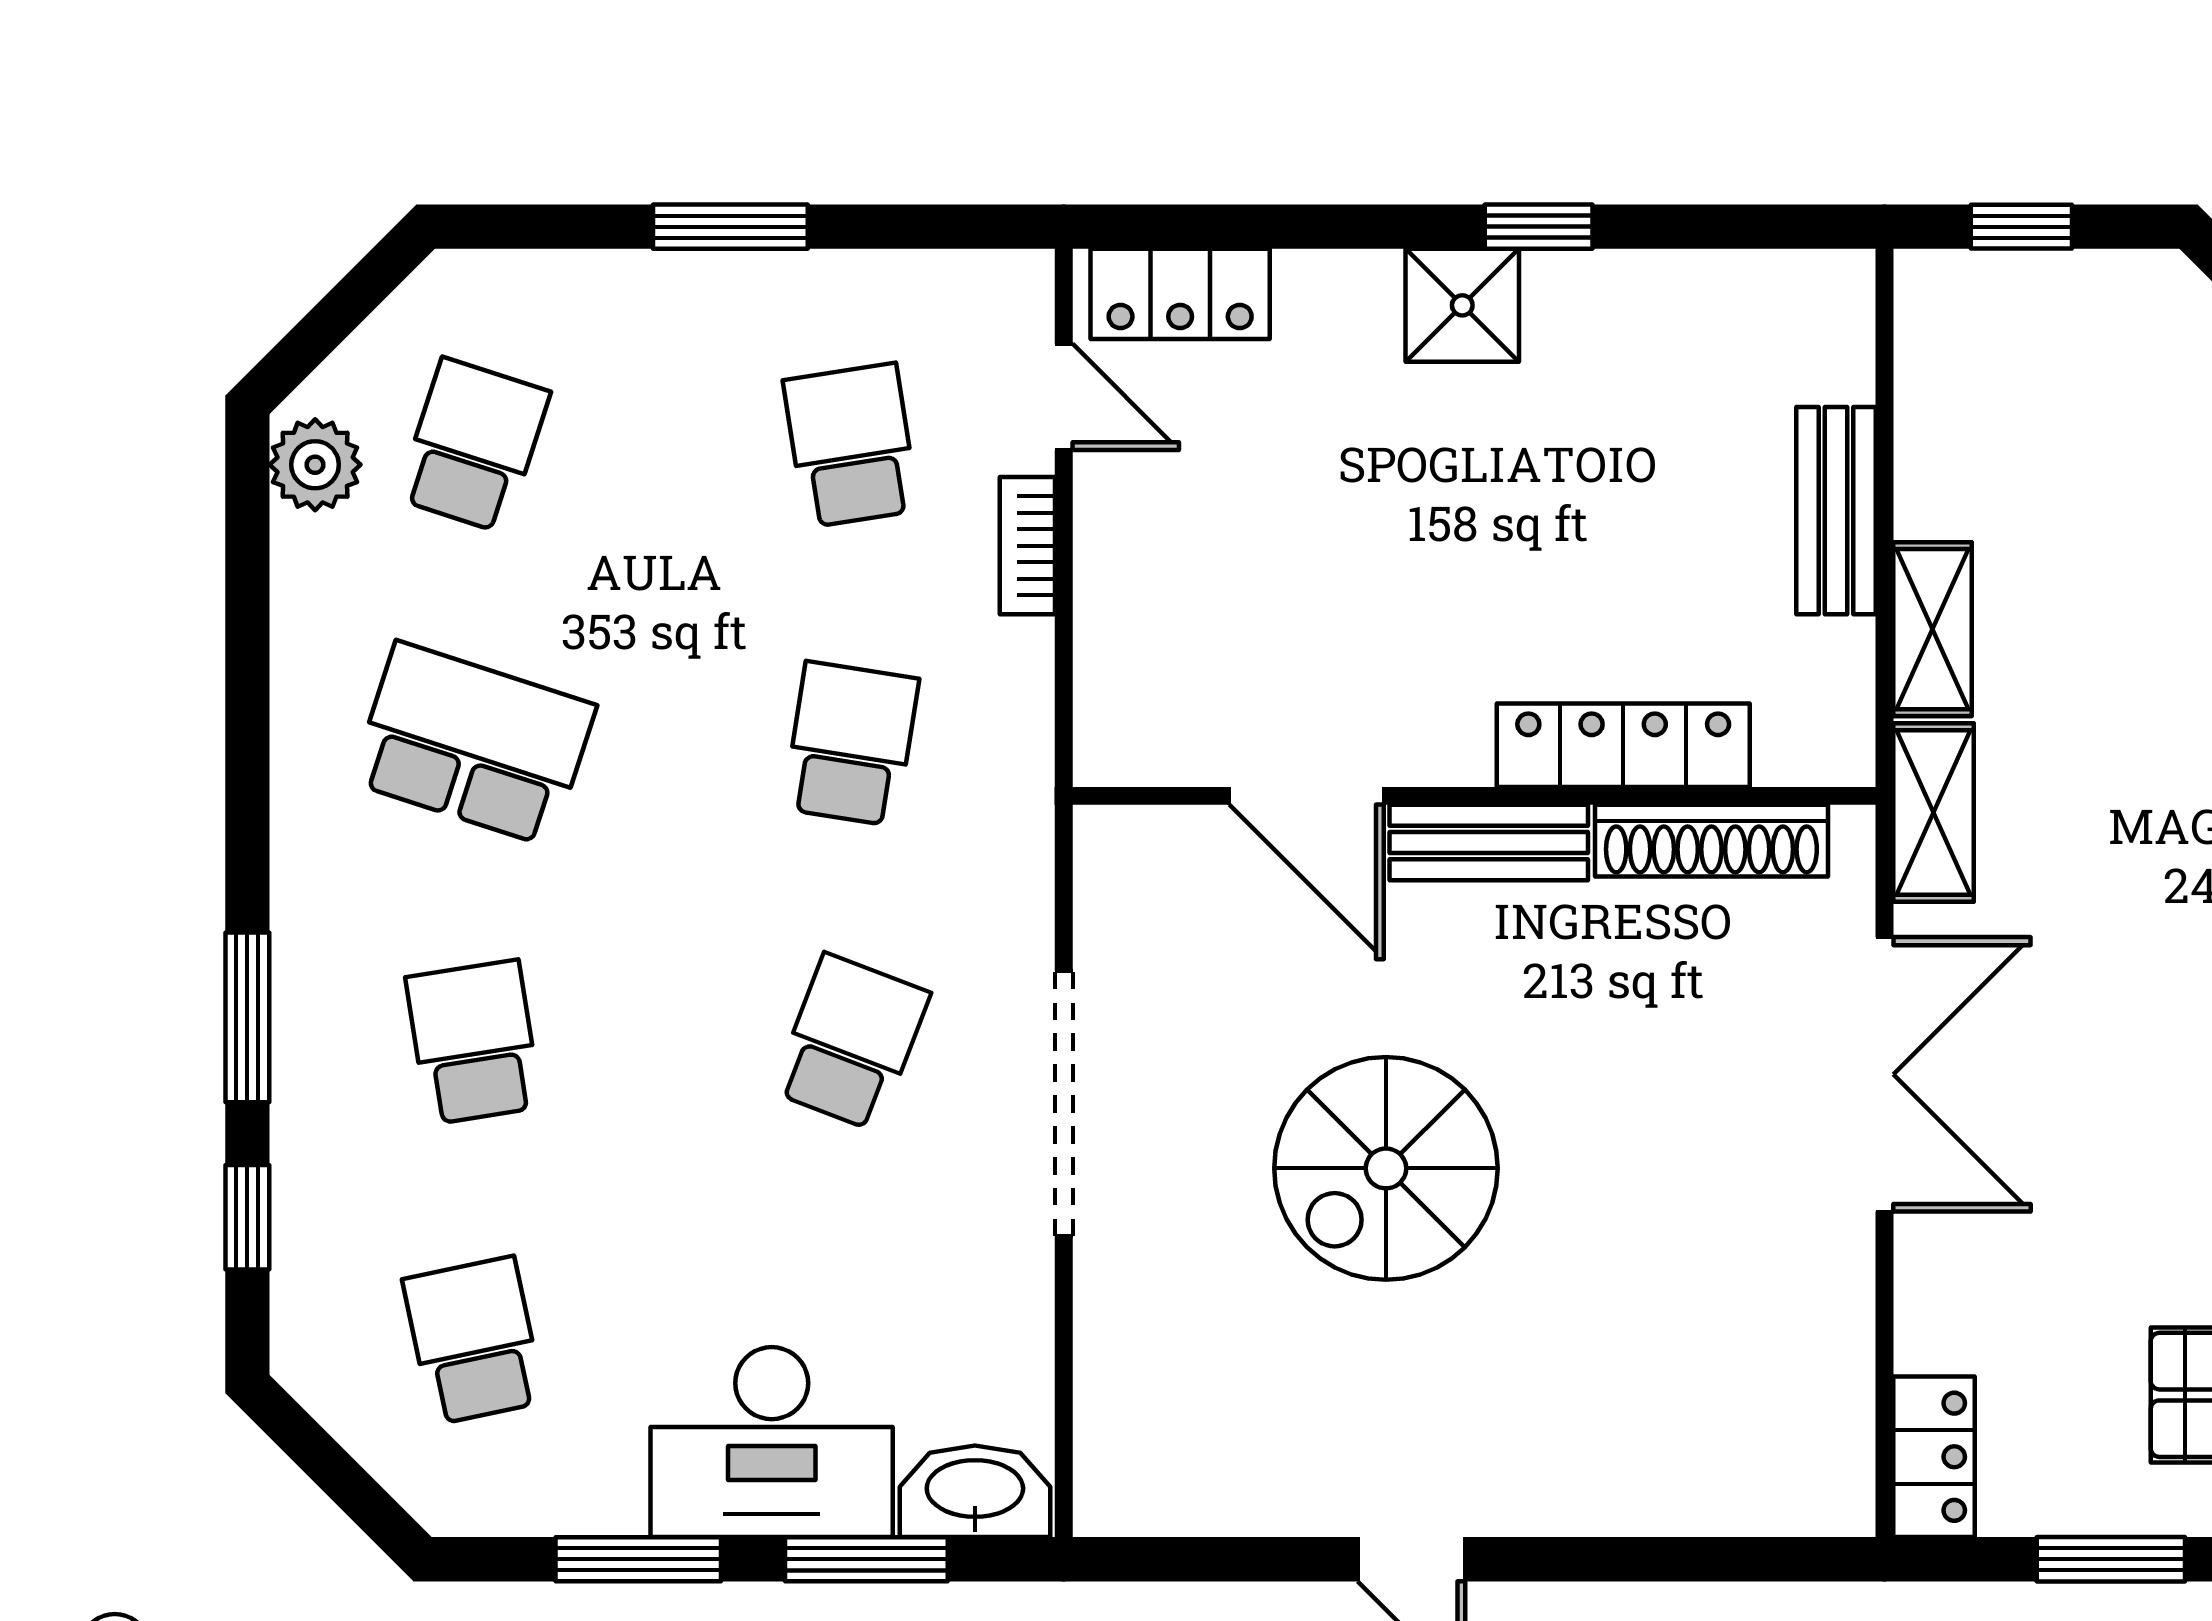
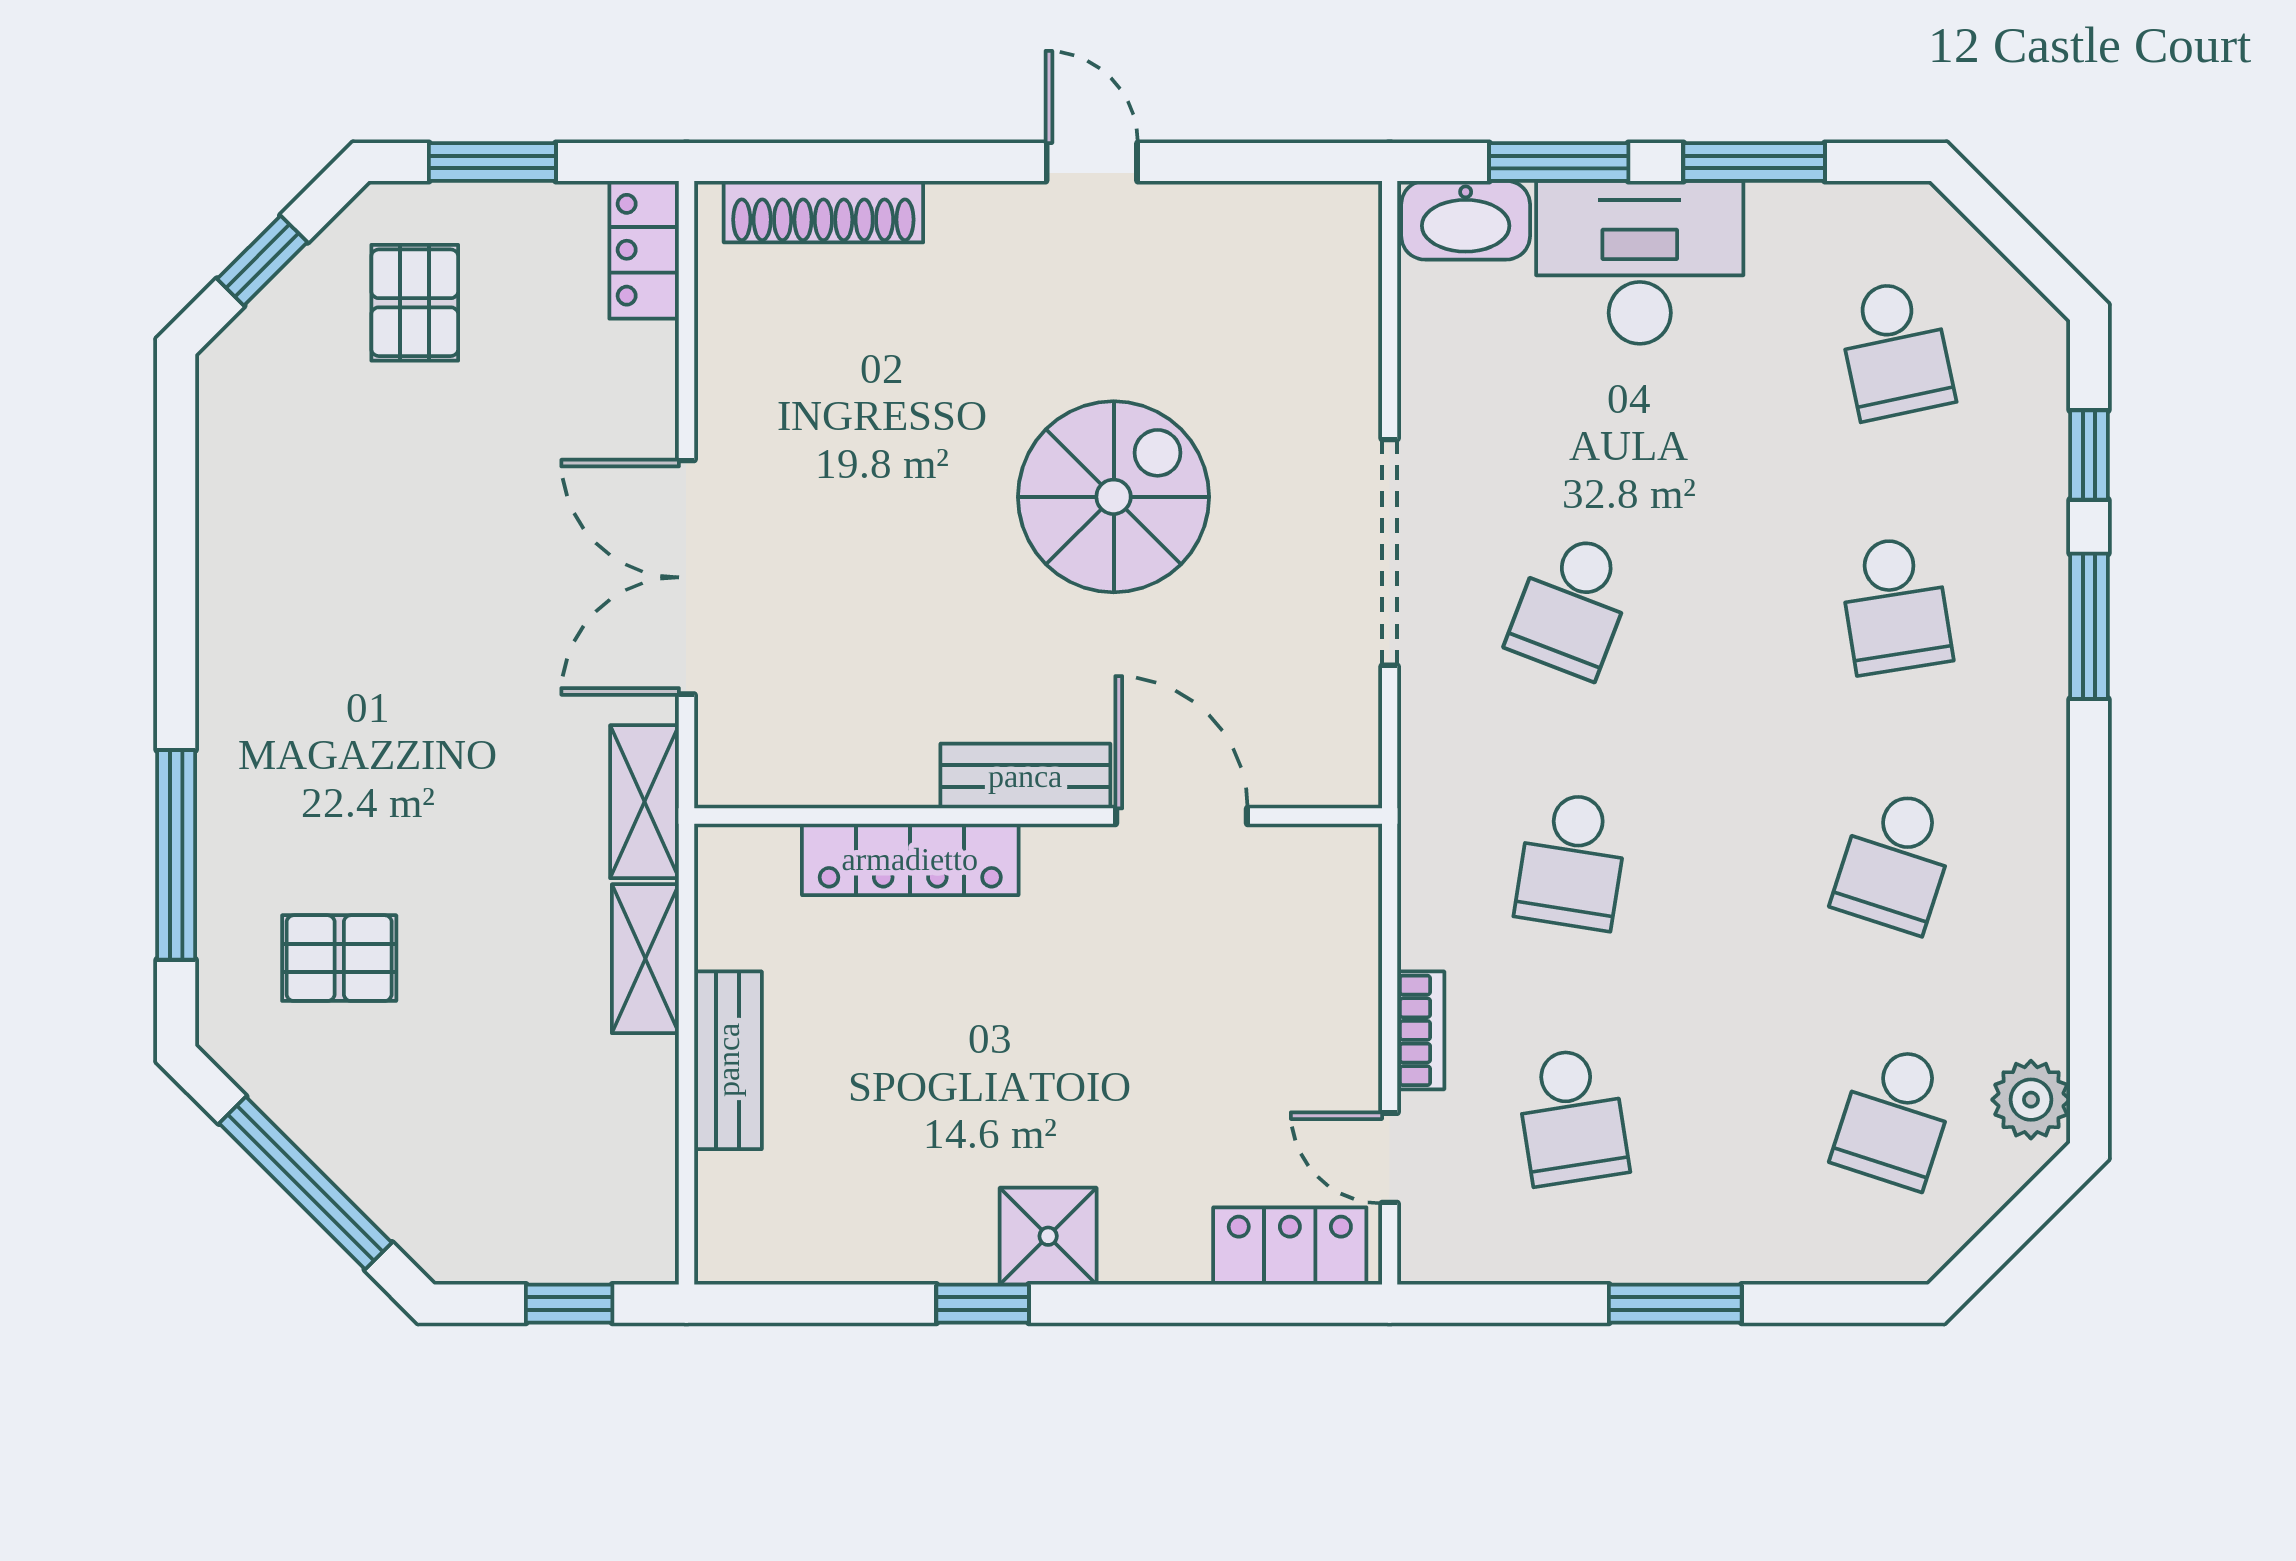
school desk: (473, 744) -> (1895, 861), width x0.54
shoe rack: (1711, 841) -> (823, 212), moved, turned 180

